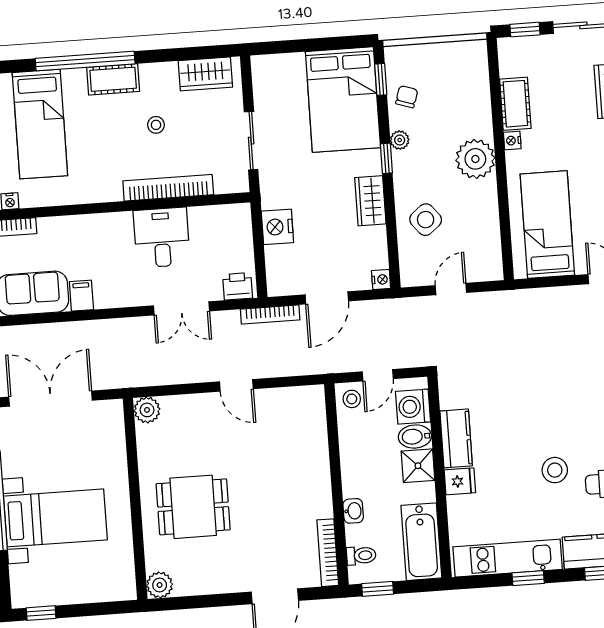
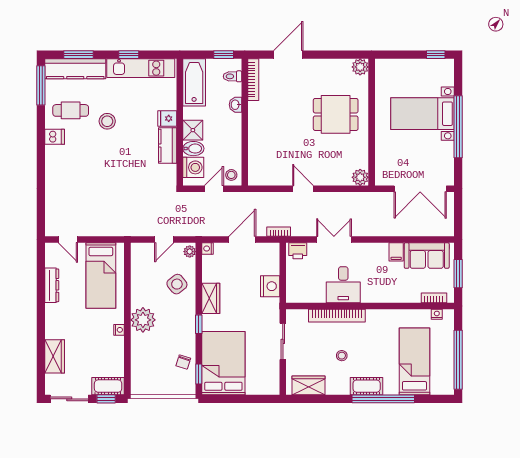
cot: (515, 104) -> (108, 386), moved, turned 90
plant: (400, 140) -> (190, 252), moved
bookcase: (270, 315) -> (279, 232), width x0.64

